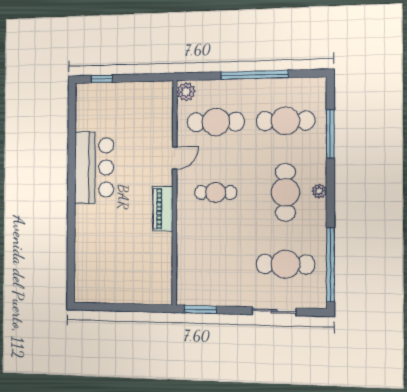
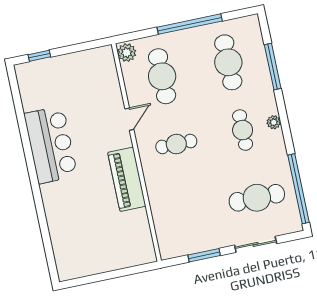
cafe table: (285, 121) -> (228, 62), turned 90
cafe table: (216, 122) -> (162, 76), turned 90
cafe table: (285, 192) -> (243, 130), width x0.73, depth x0.74
piano: (163, 209) -> (127, 179), width x1.37, depth x1.33
window: (200, 309) -> (204, 255), moved

